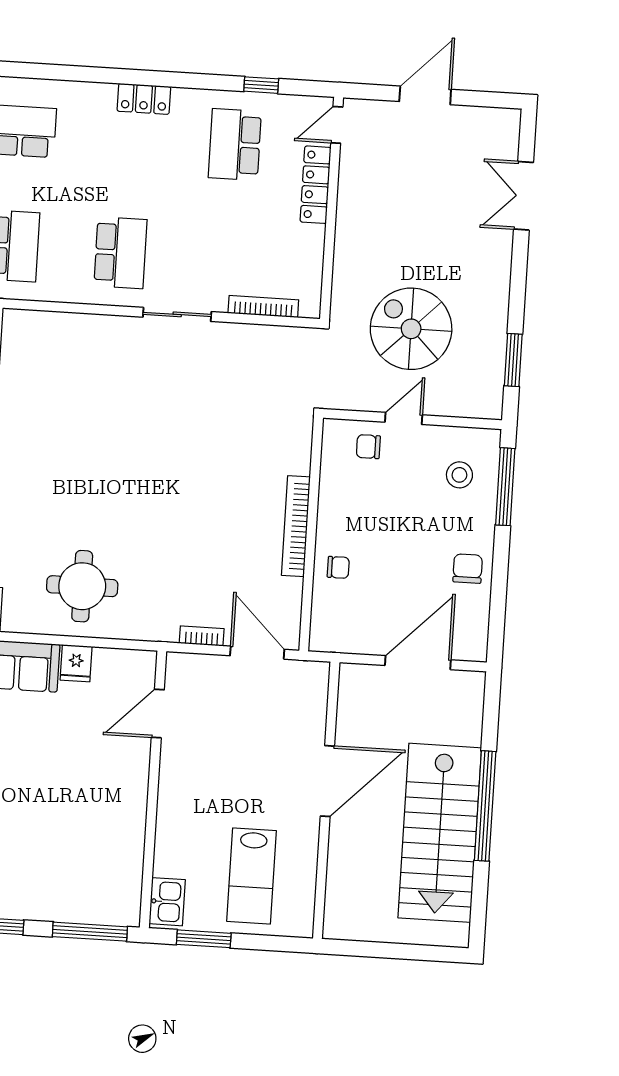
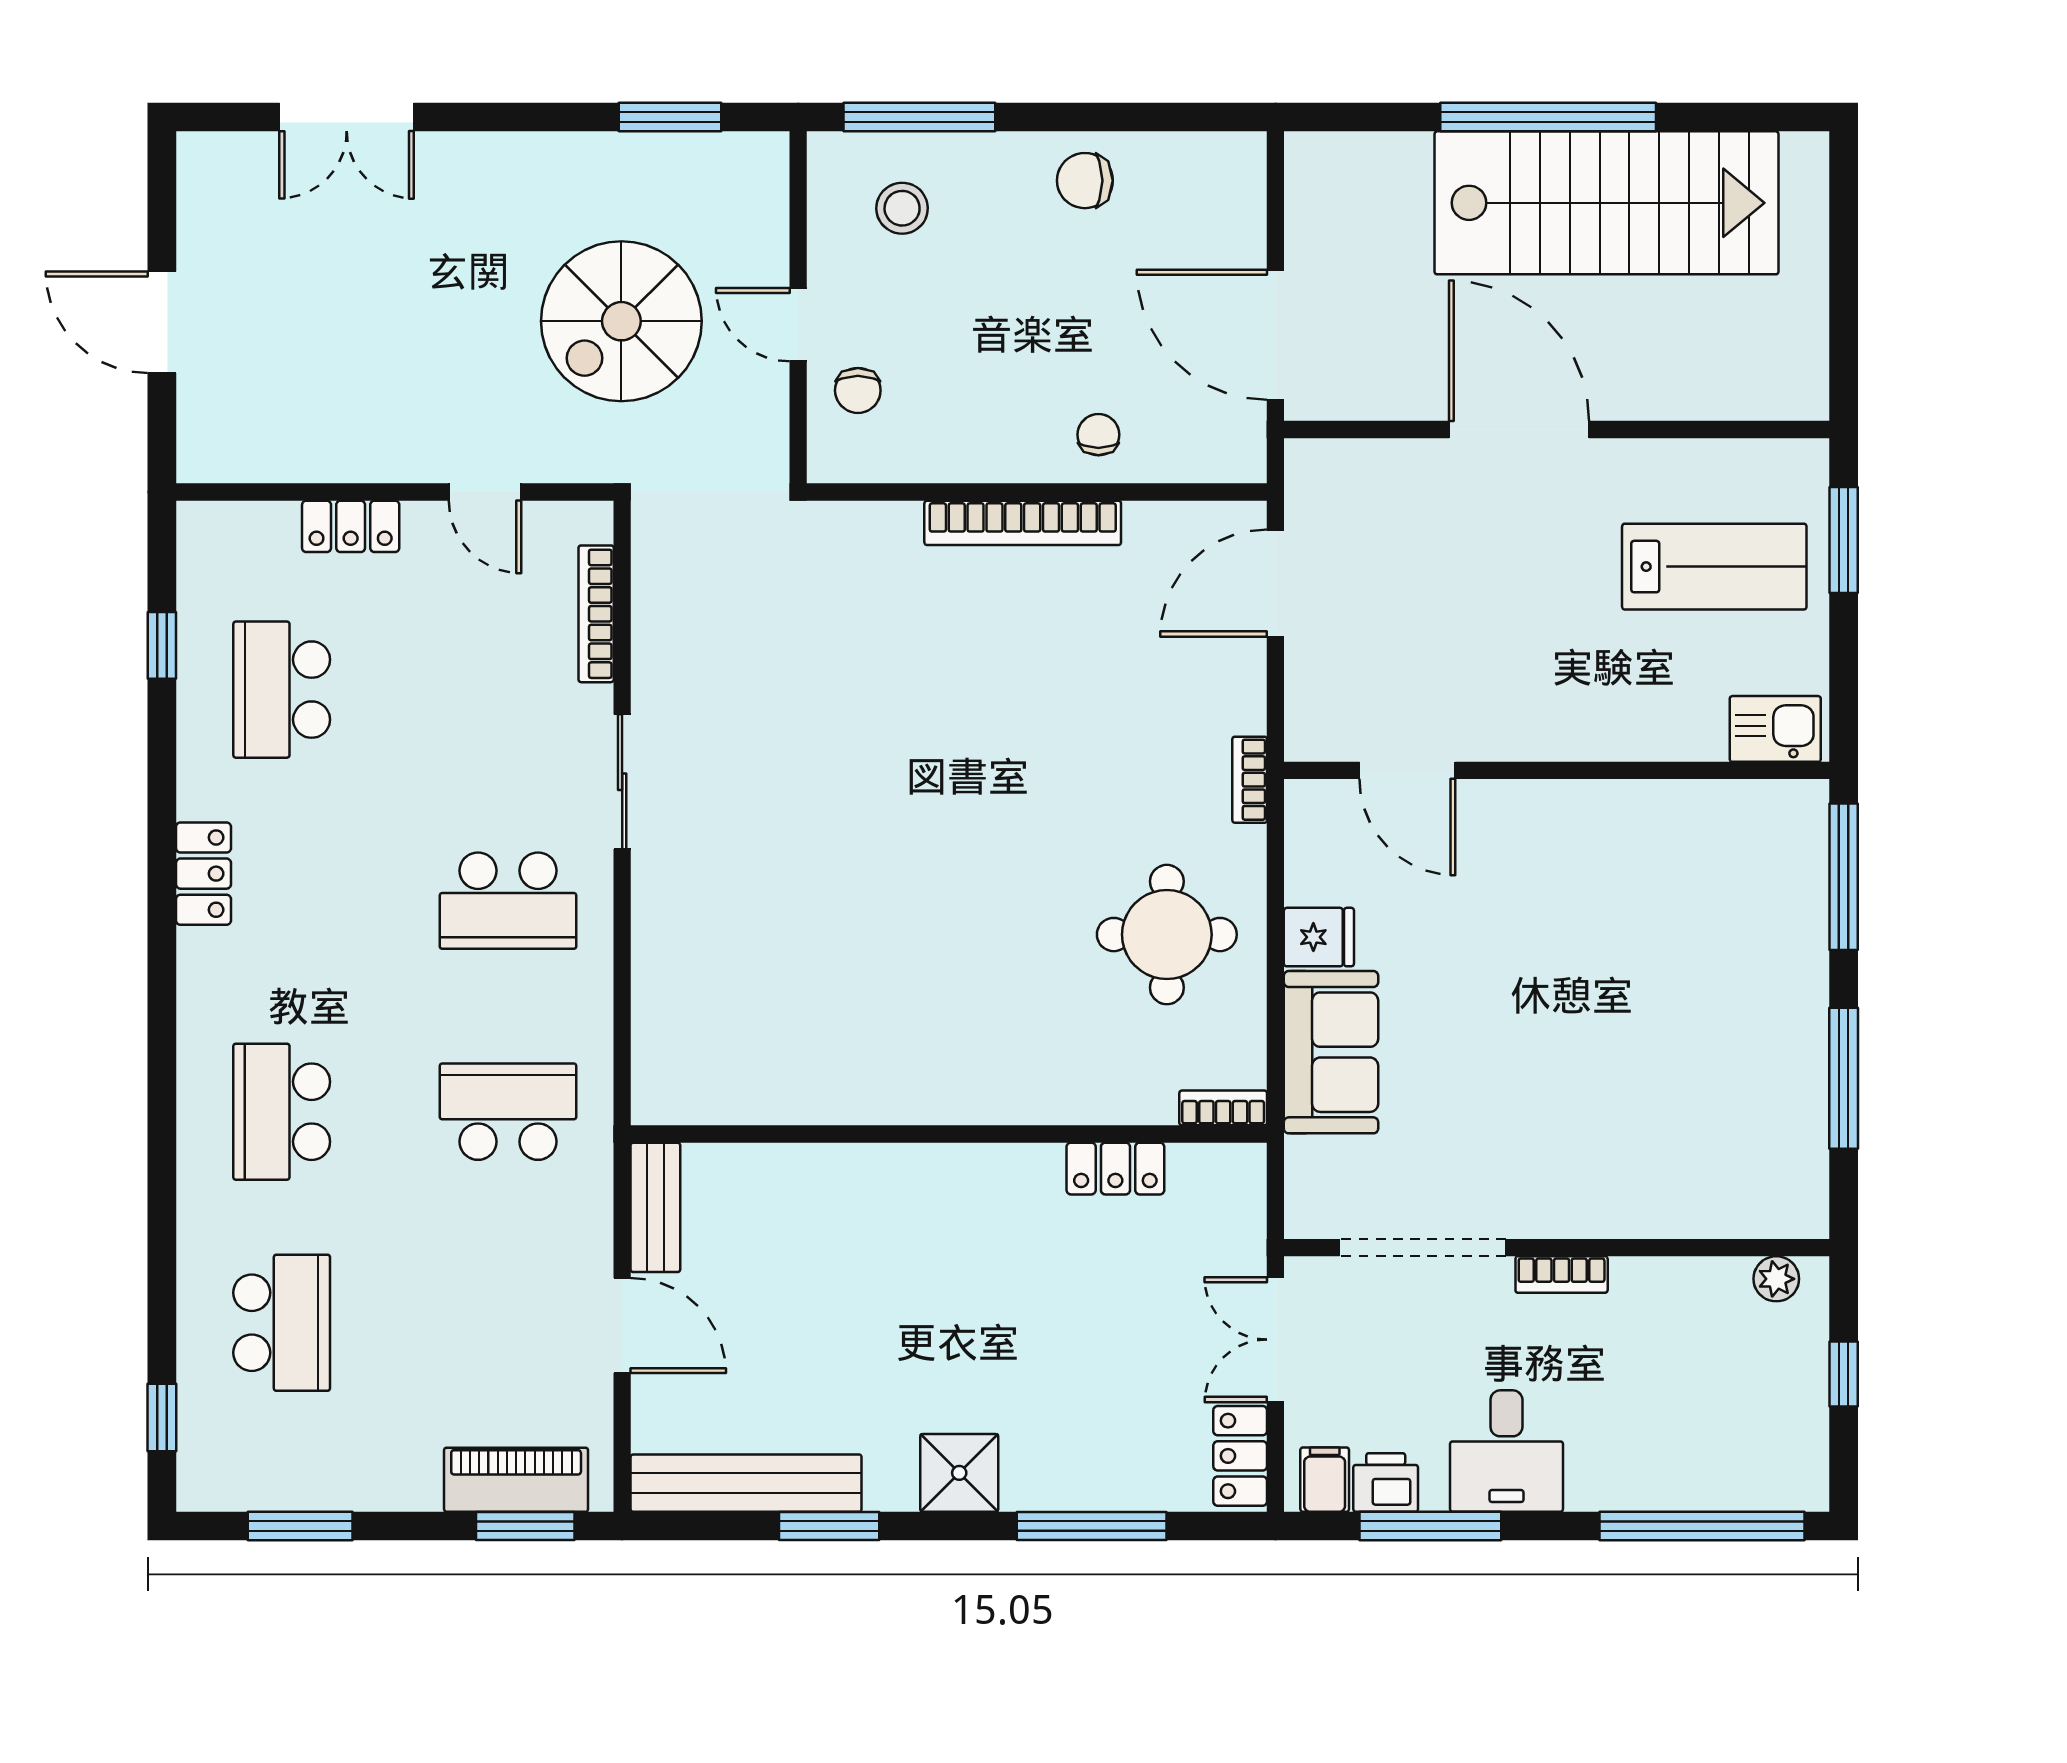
door: (337, 125) -> (485, 492), moved
school desk: (235, 144) -> (282, 690), turned 90
locker: (316, 185) -> (351, 526), width x0.66
school desk: (120, 253) -> (508, 901), turned 180
bookcase: (202, 636) -> (1250, 780), moved
door: (418, 663) -> (1275, 335), moved
window: (204, 939) -> (1844, 540), moved

